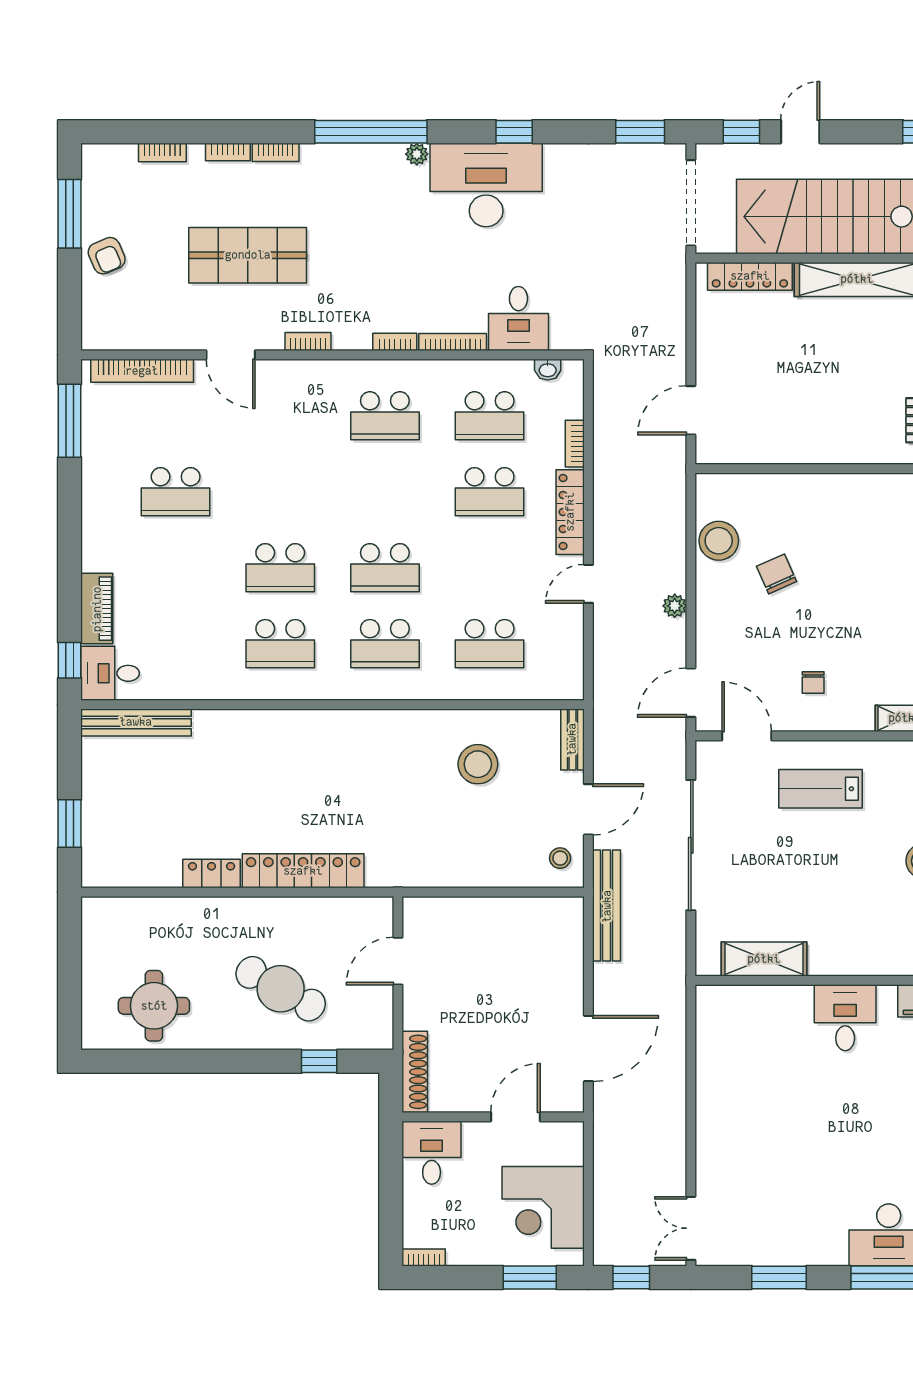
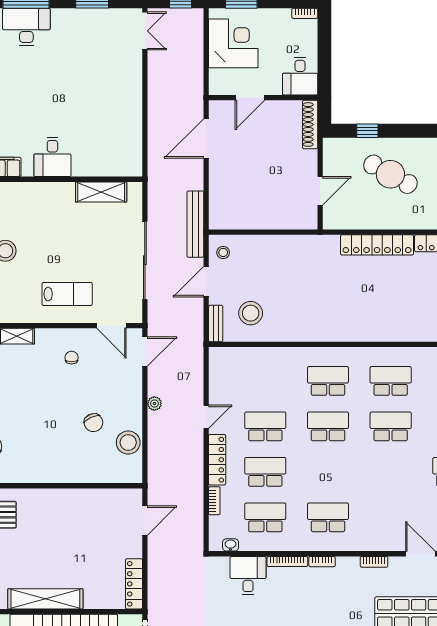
locker: (750, 276) -> (134, 584), moved, turned -90
school desk: (490, 644) -> (265, 426), moved
stool: (478, 764) -> (251, 313), moved

